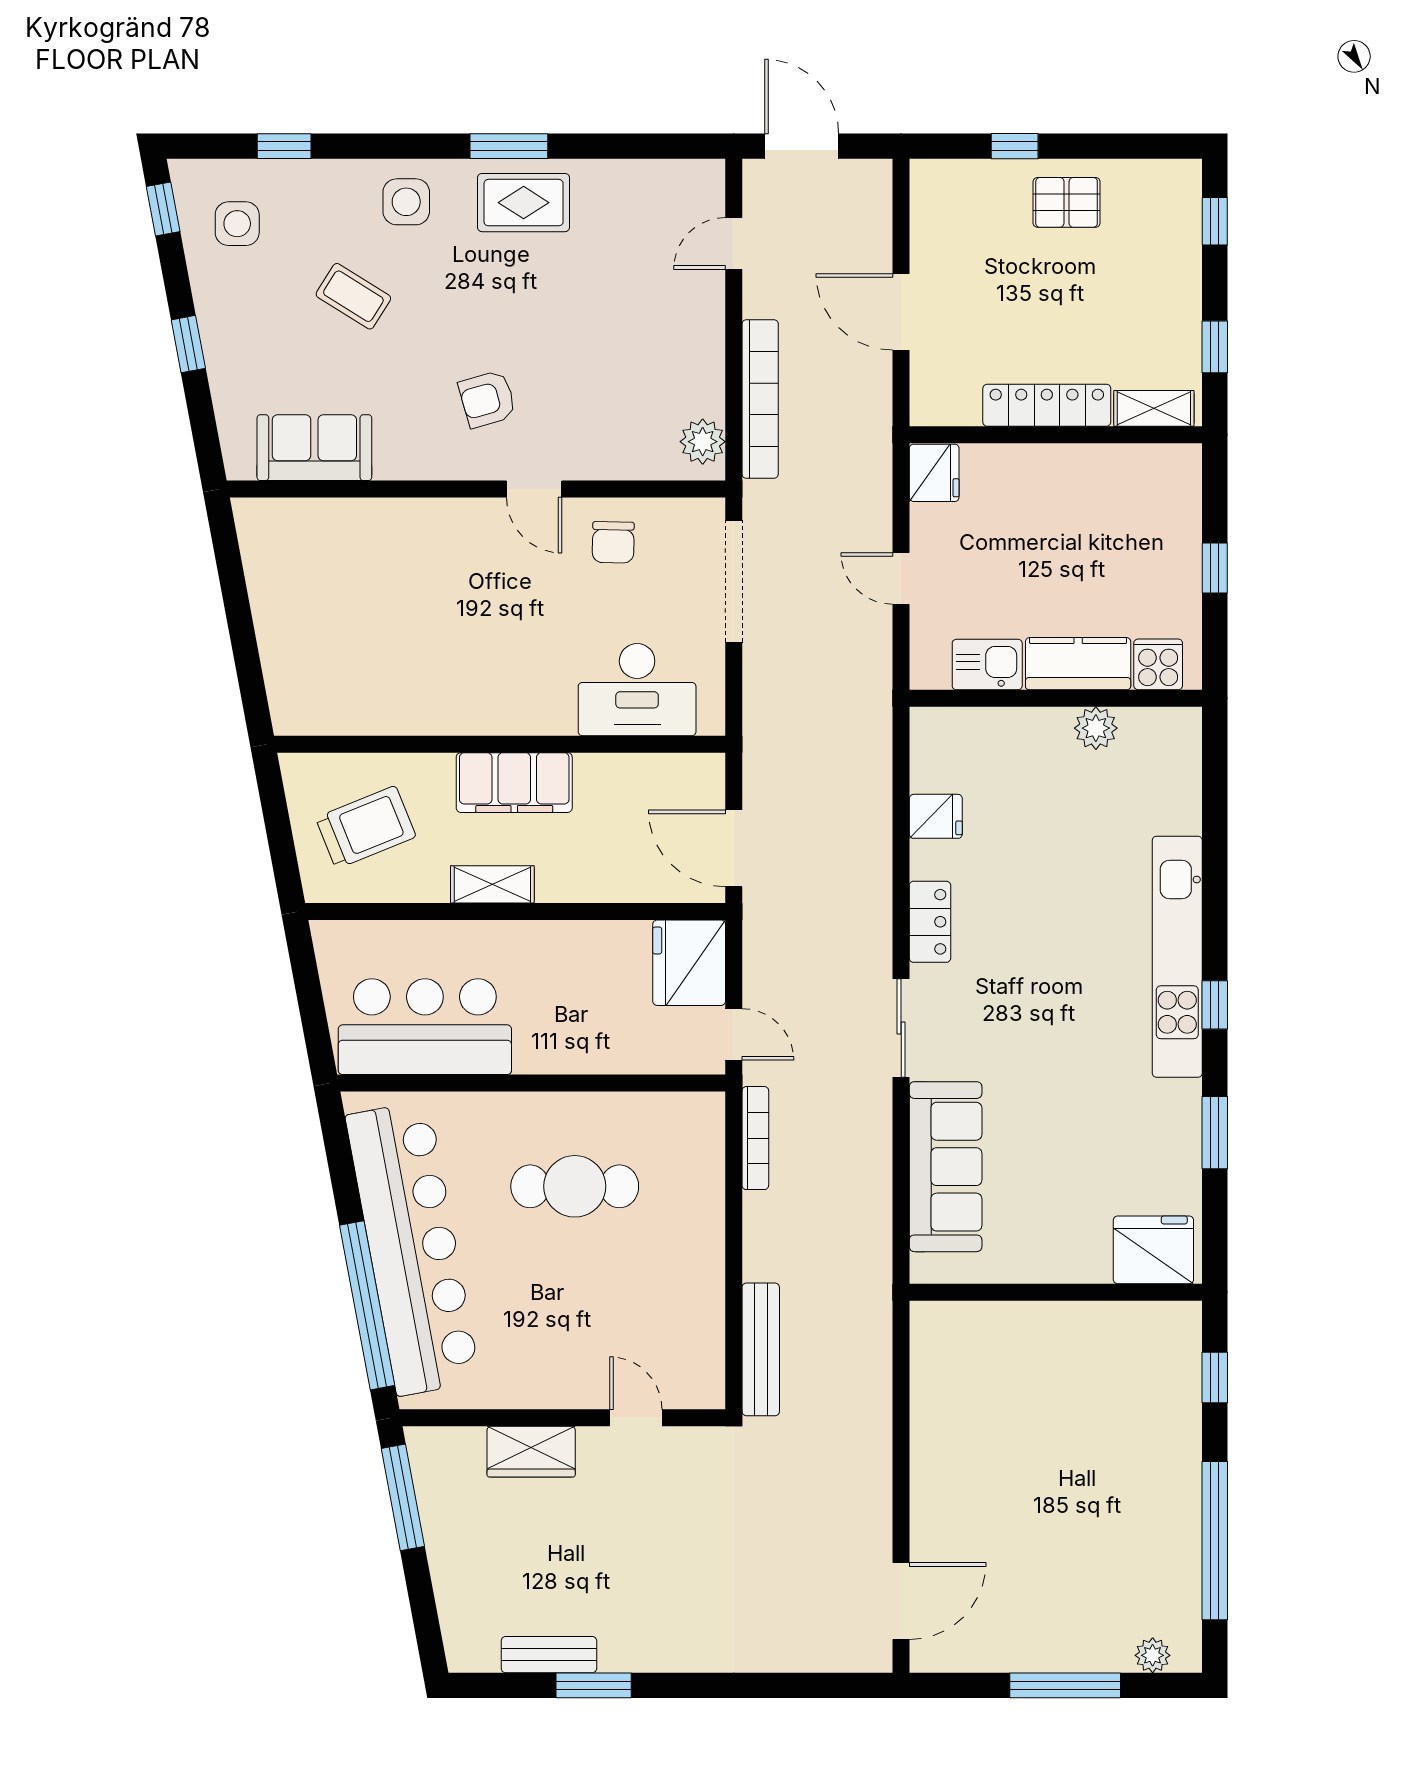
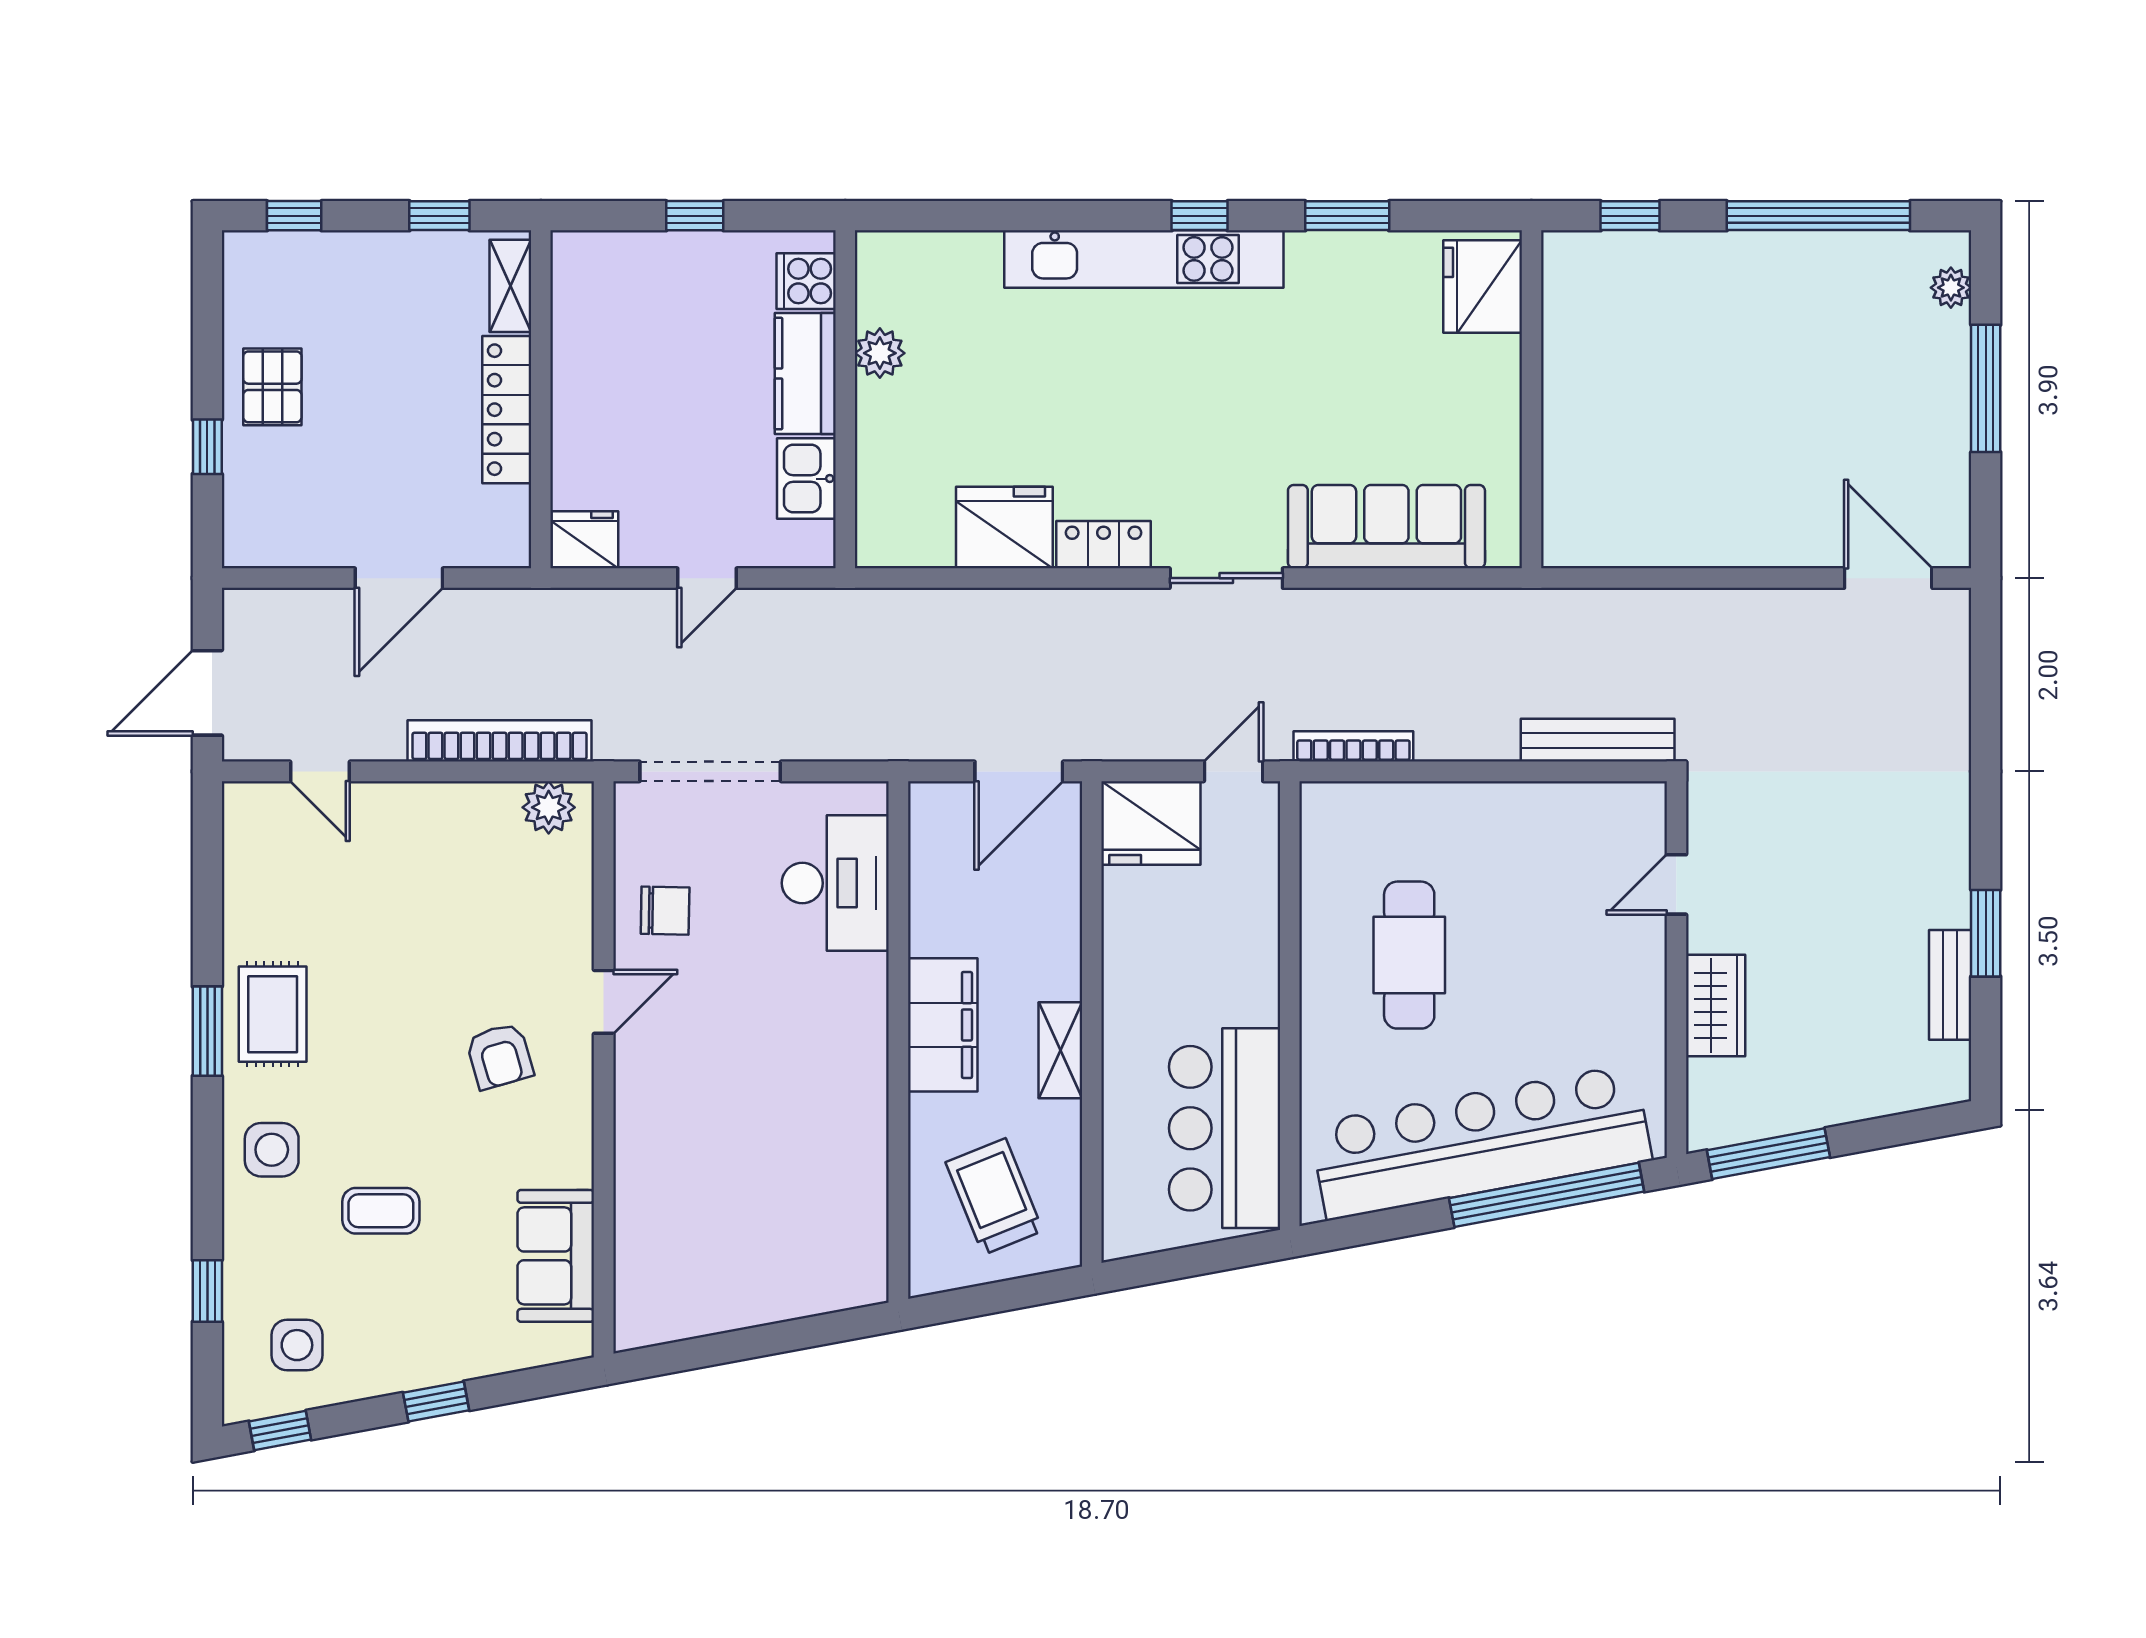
coffee table: (353, 296) -> (381, 1211), turned 58
fridge: (936, 816) -> (1004, 528), width x1.88, depth x1.34

